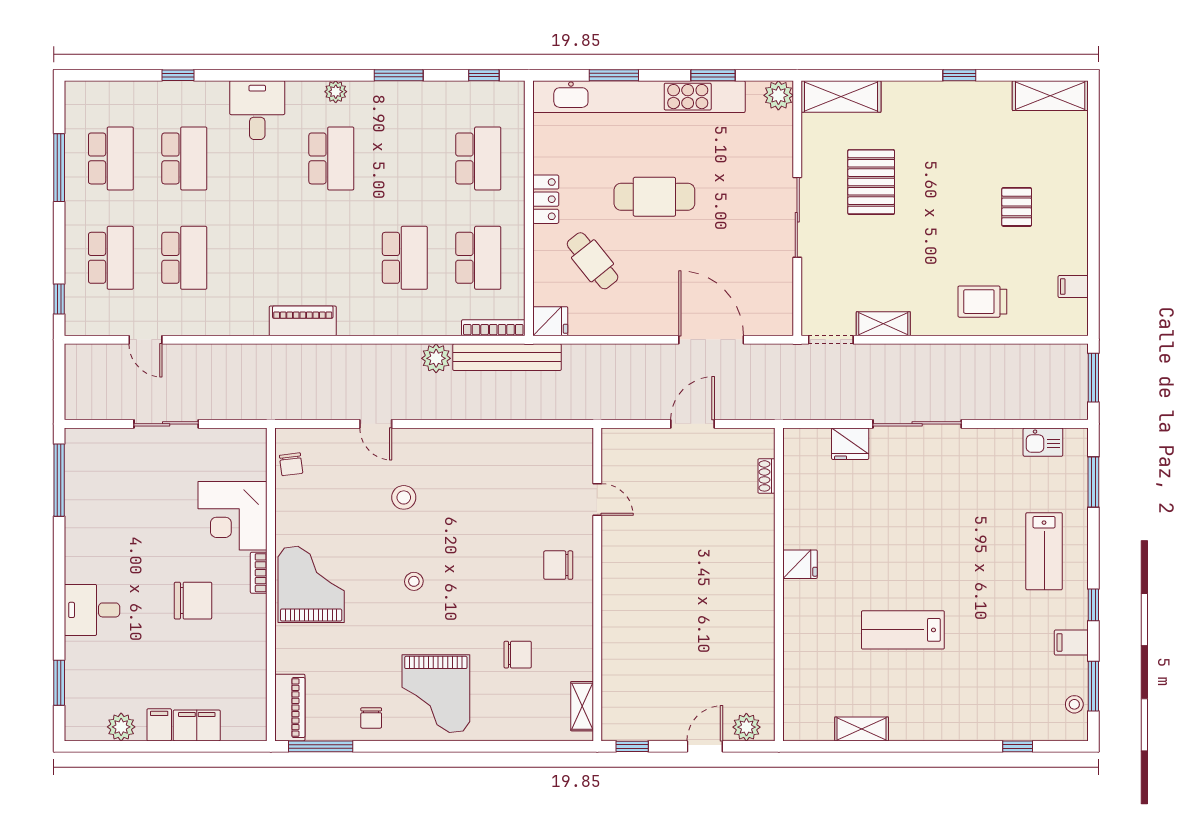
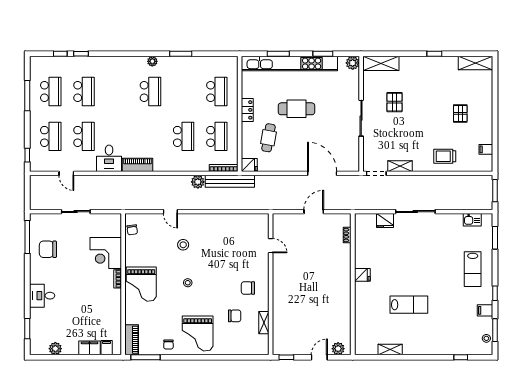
window: (484, 75) -> (60, 54), moved
desk: (257, 110) -> (109, 158), moved, turned 180
pallet: (871, 182) -> (394, 102), width x0.67, depth x0.71
cafe table: (593, 261) -> (268, 138), turned 49
chair: (558, 565) -> (248, 288), moved
grand piano: (311, 584) -> (141, 284), turned 180
chair: (193, 601) -> (48, 249), moved, turned 180
lab bench: (903, 630) -> (409, 305), turned 180
shelving: (582, 706) -> (264, 323), moved
filing cabinet: (159, 725) -> (107, 348), moved

